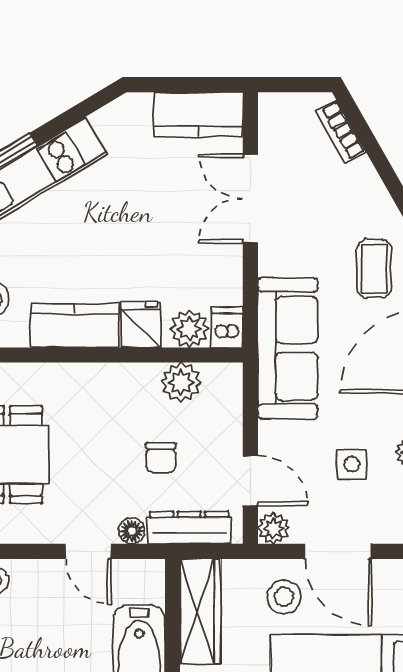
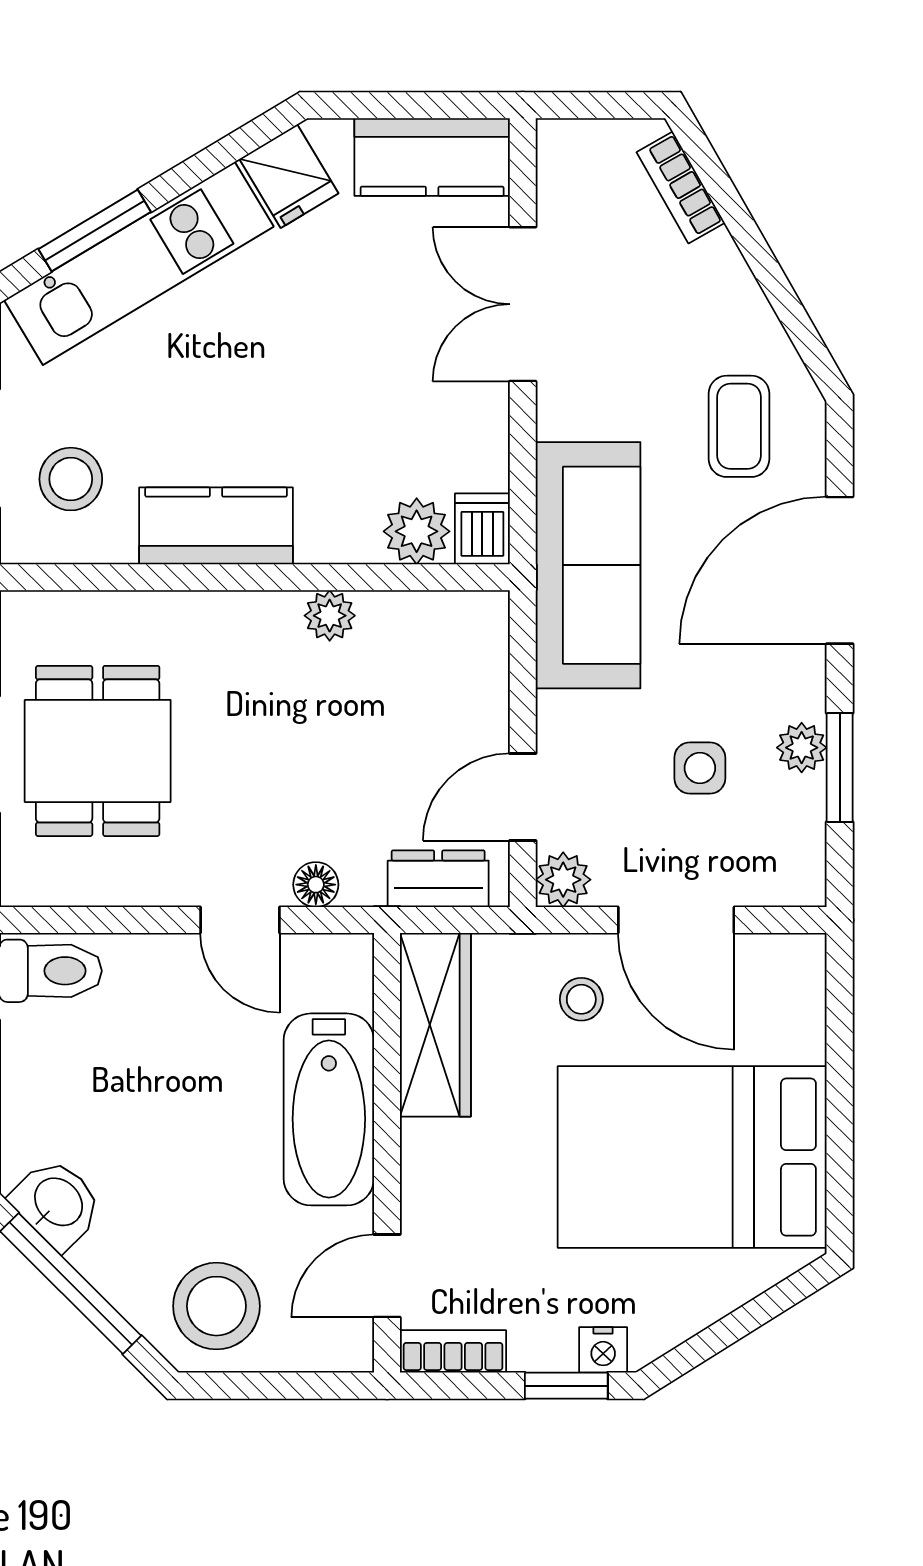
fridge: (141, 325) -> (289, 176), moved, turned 149
plant: (181, 382) -> (330, 616), moved, width x0.73, depth x0.73
chair: (161, 458) -> (367, 756), removed
door: (250, 481) -> (523, 797), swing flipped
dresser: (189, 528) -> (438, 879), width x0.70
stool: (284, 597) -> (581, 999), width x0.73, depth x0.73

